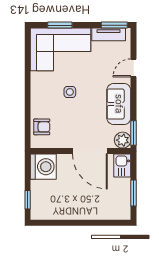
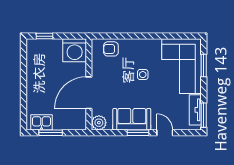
armchair: (42, 127) -> (111, 49), turned 90
window: (134, 133) -> (138, 133), moved
kitchen sink: (122, 166) -> (42, 122), moved

